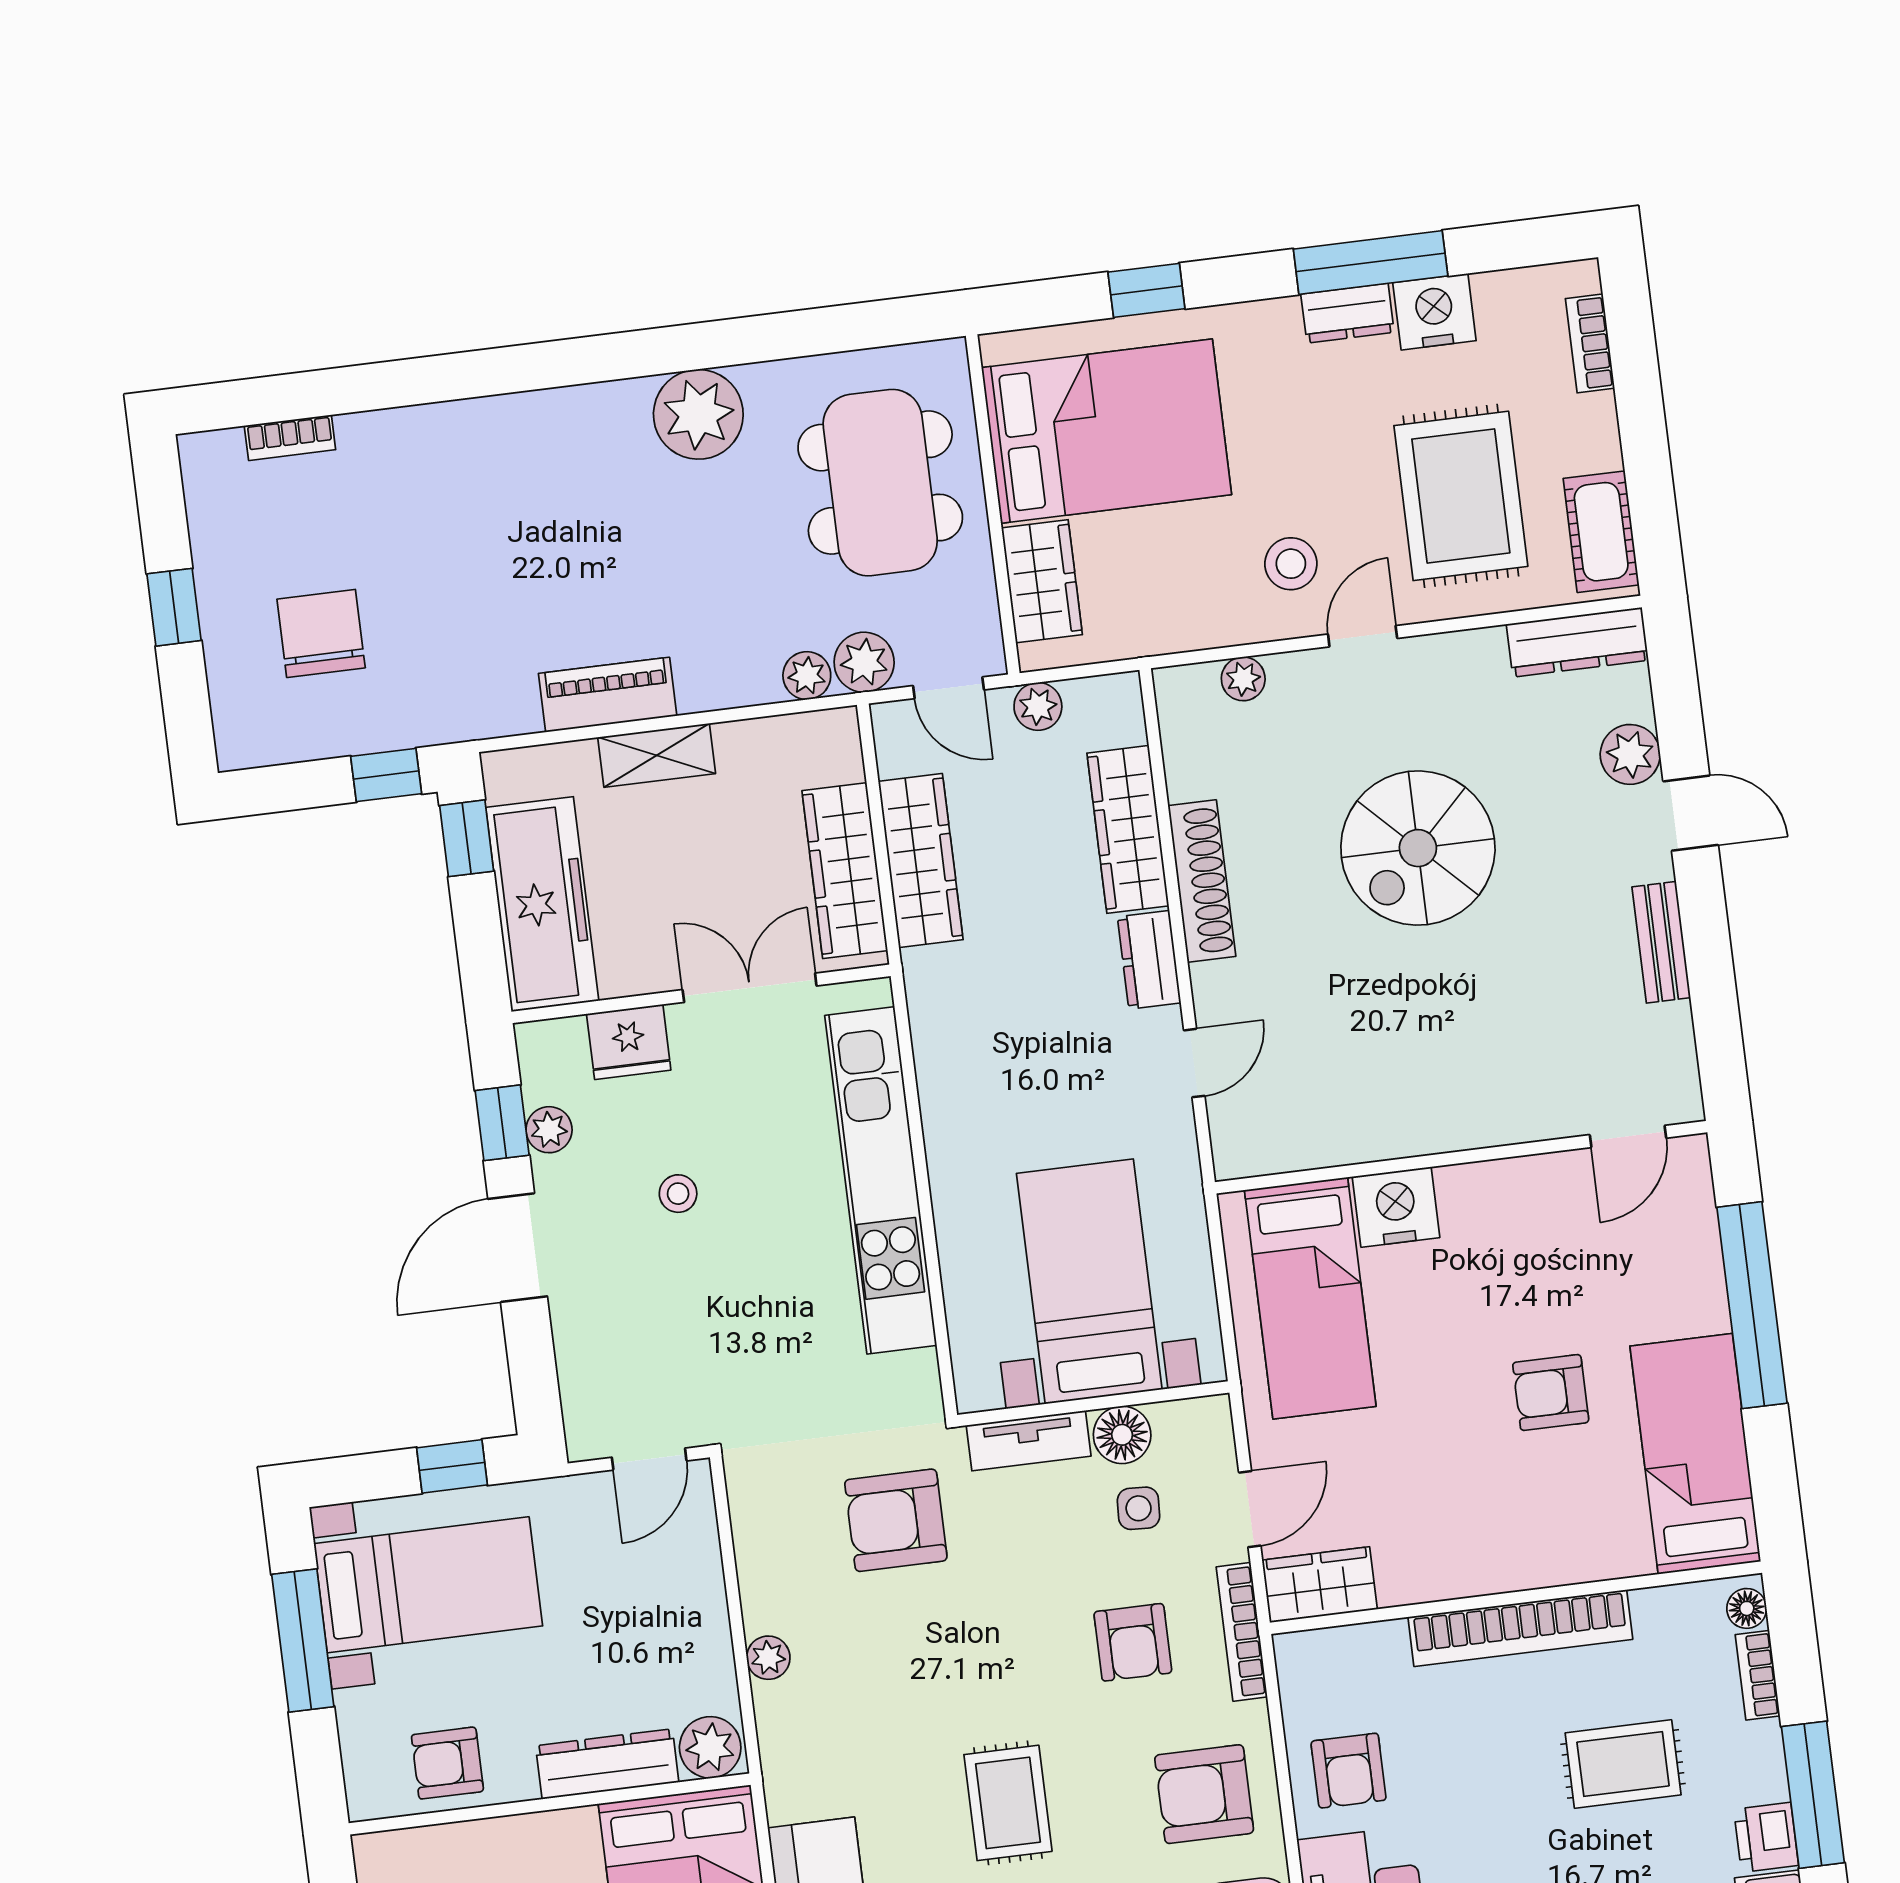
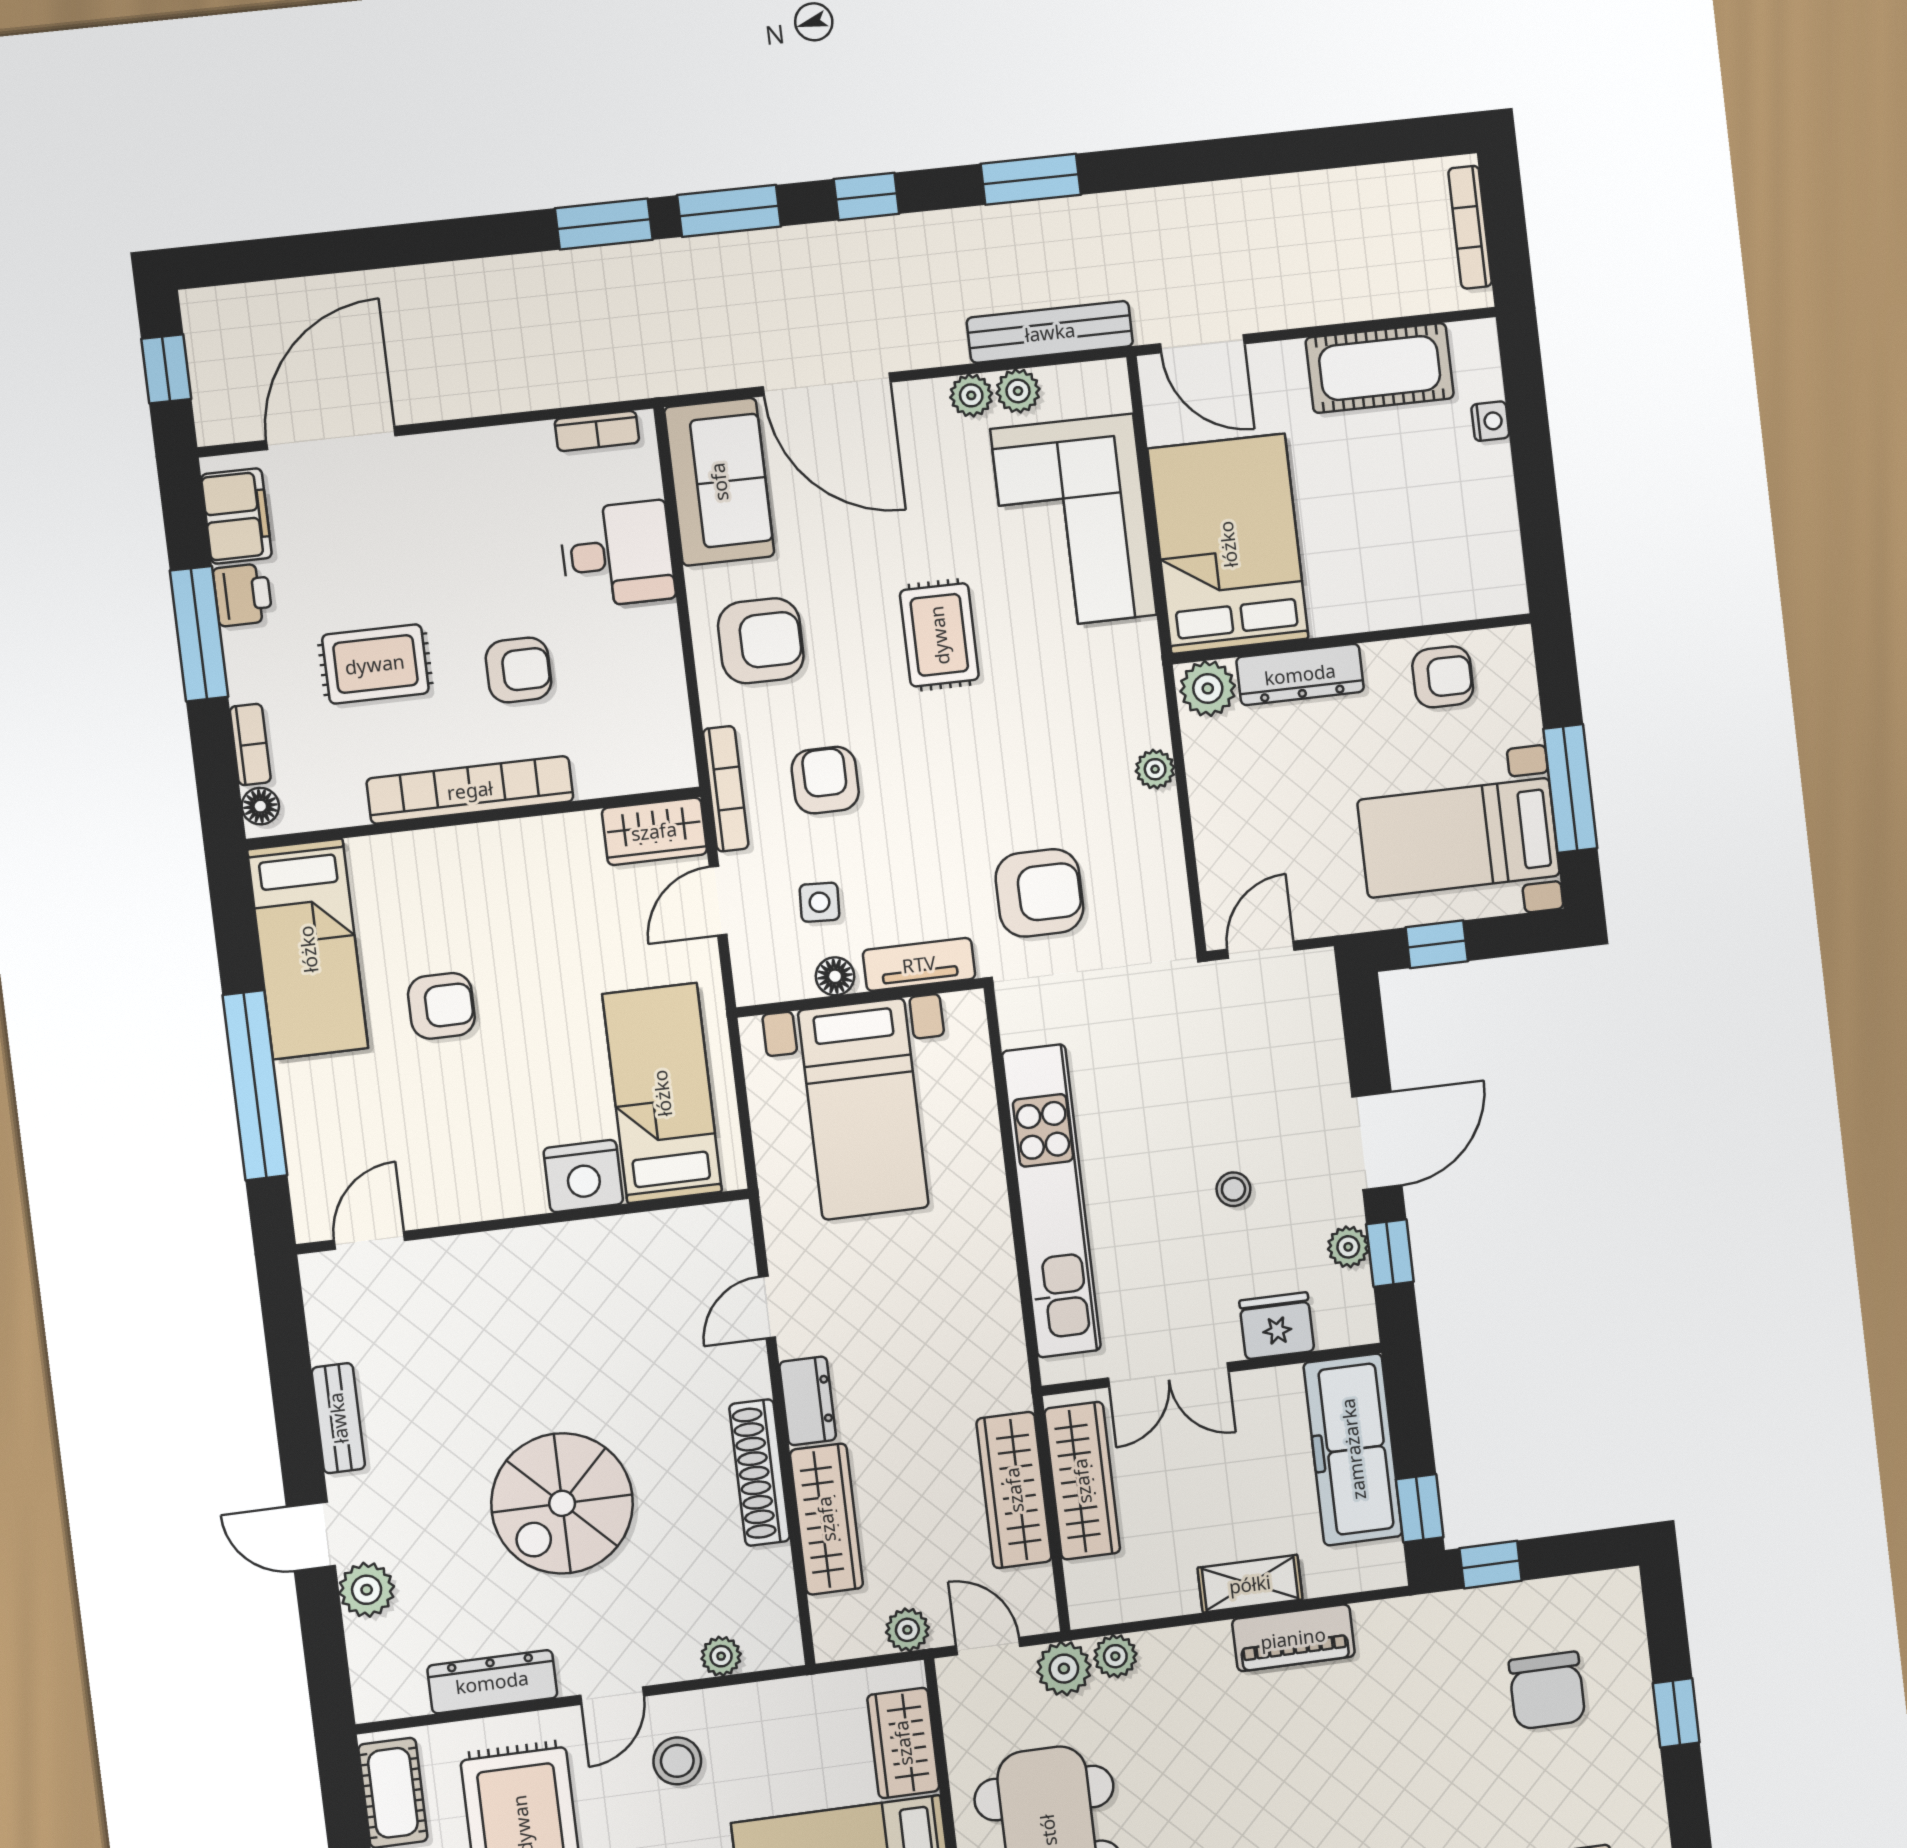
dresser: (1577, 642) -> (492, 1682), moved
spiral stairs: (1418, 848) -> (562, 1503), turned 180
floor lamp: (1122, 1435) -> (835, 976), width x0.73, depth x0.73
armchair: (1349, 1771) -> (519, 670), moved, turned 90

